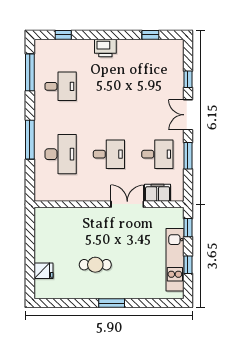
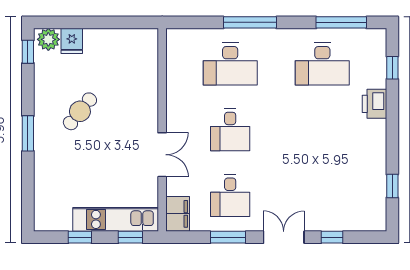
printer: (105, 48) -> (374, 104), moved
desk: (61, 86) -> (322, 64), width x1.37
filing cabinet: (158, 193) -> (178, 214), moved
kitchen unit: (175, 260) -> (116, 219), moved
cafe table: (95, 265) -> (80, 111), turned 39
plant: (42, 288) -> (48, 39), added
window: (51, 303) -> (28, 52), added

